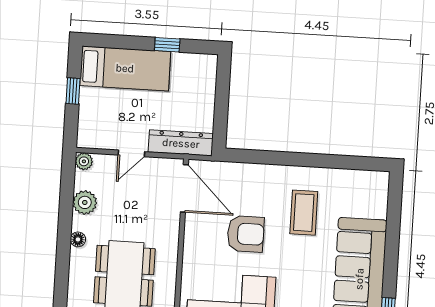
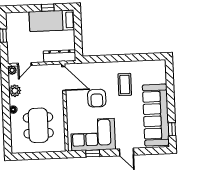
bed: (125, 68) -> (52, 21), moved, turned 180
door: (131, 153) -> (25, 64), moved
armchair: (246, 234) -> (97, 98), turned 90

